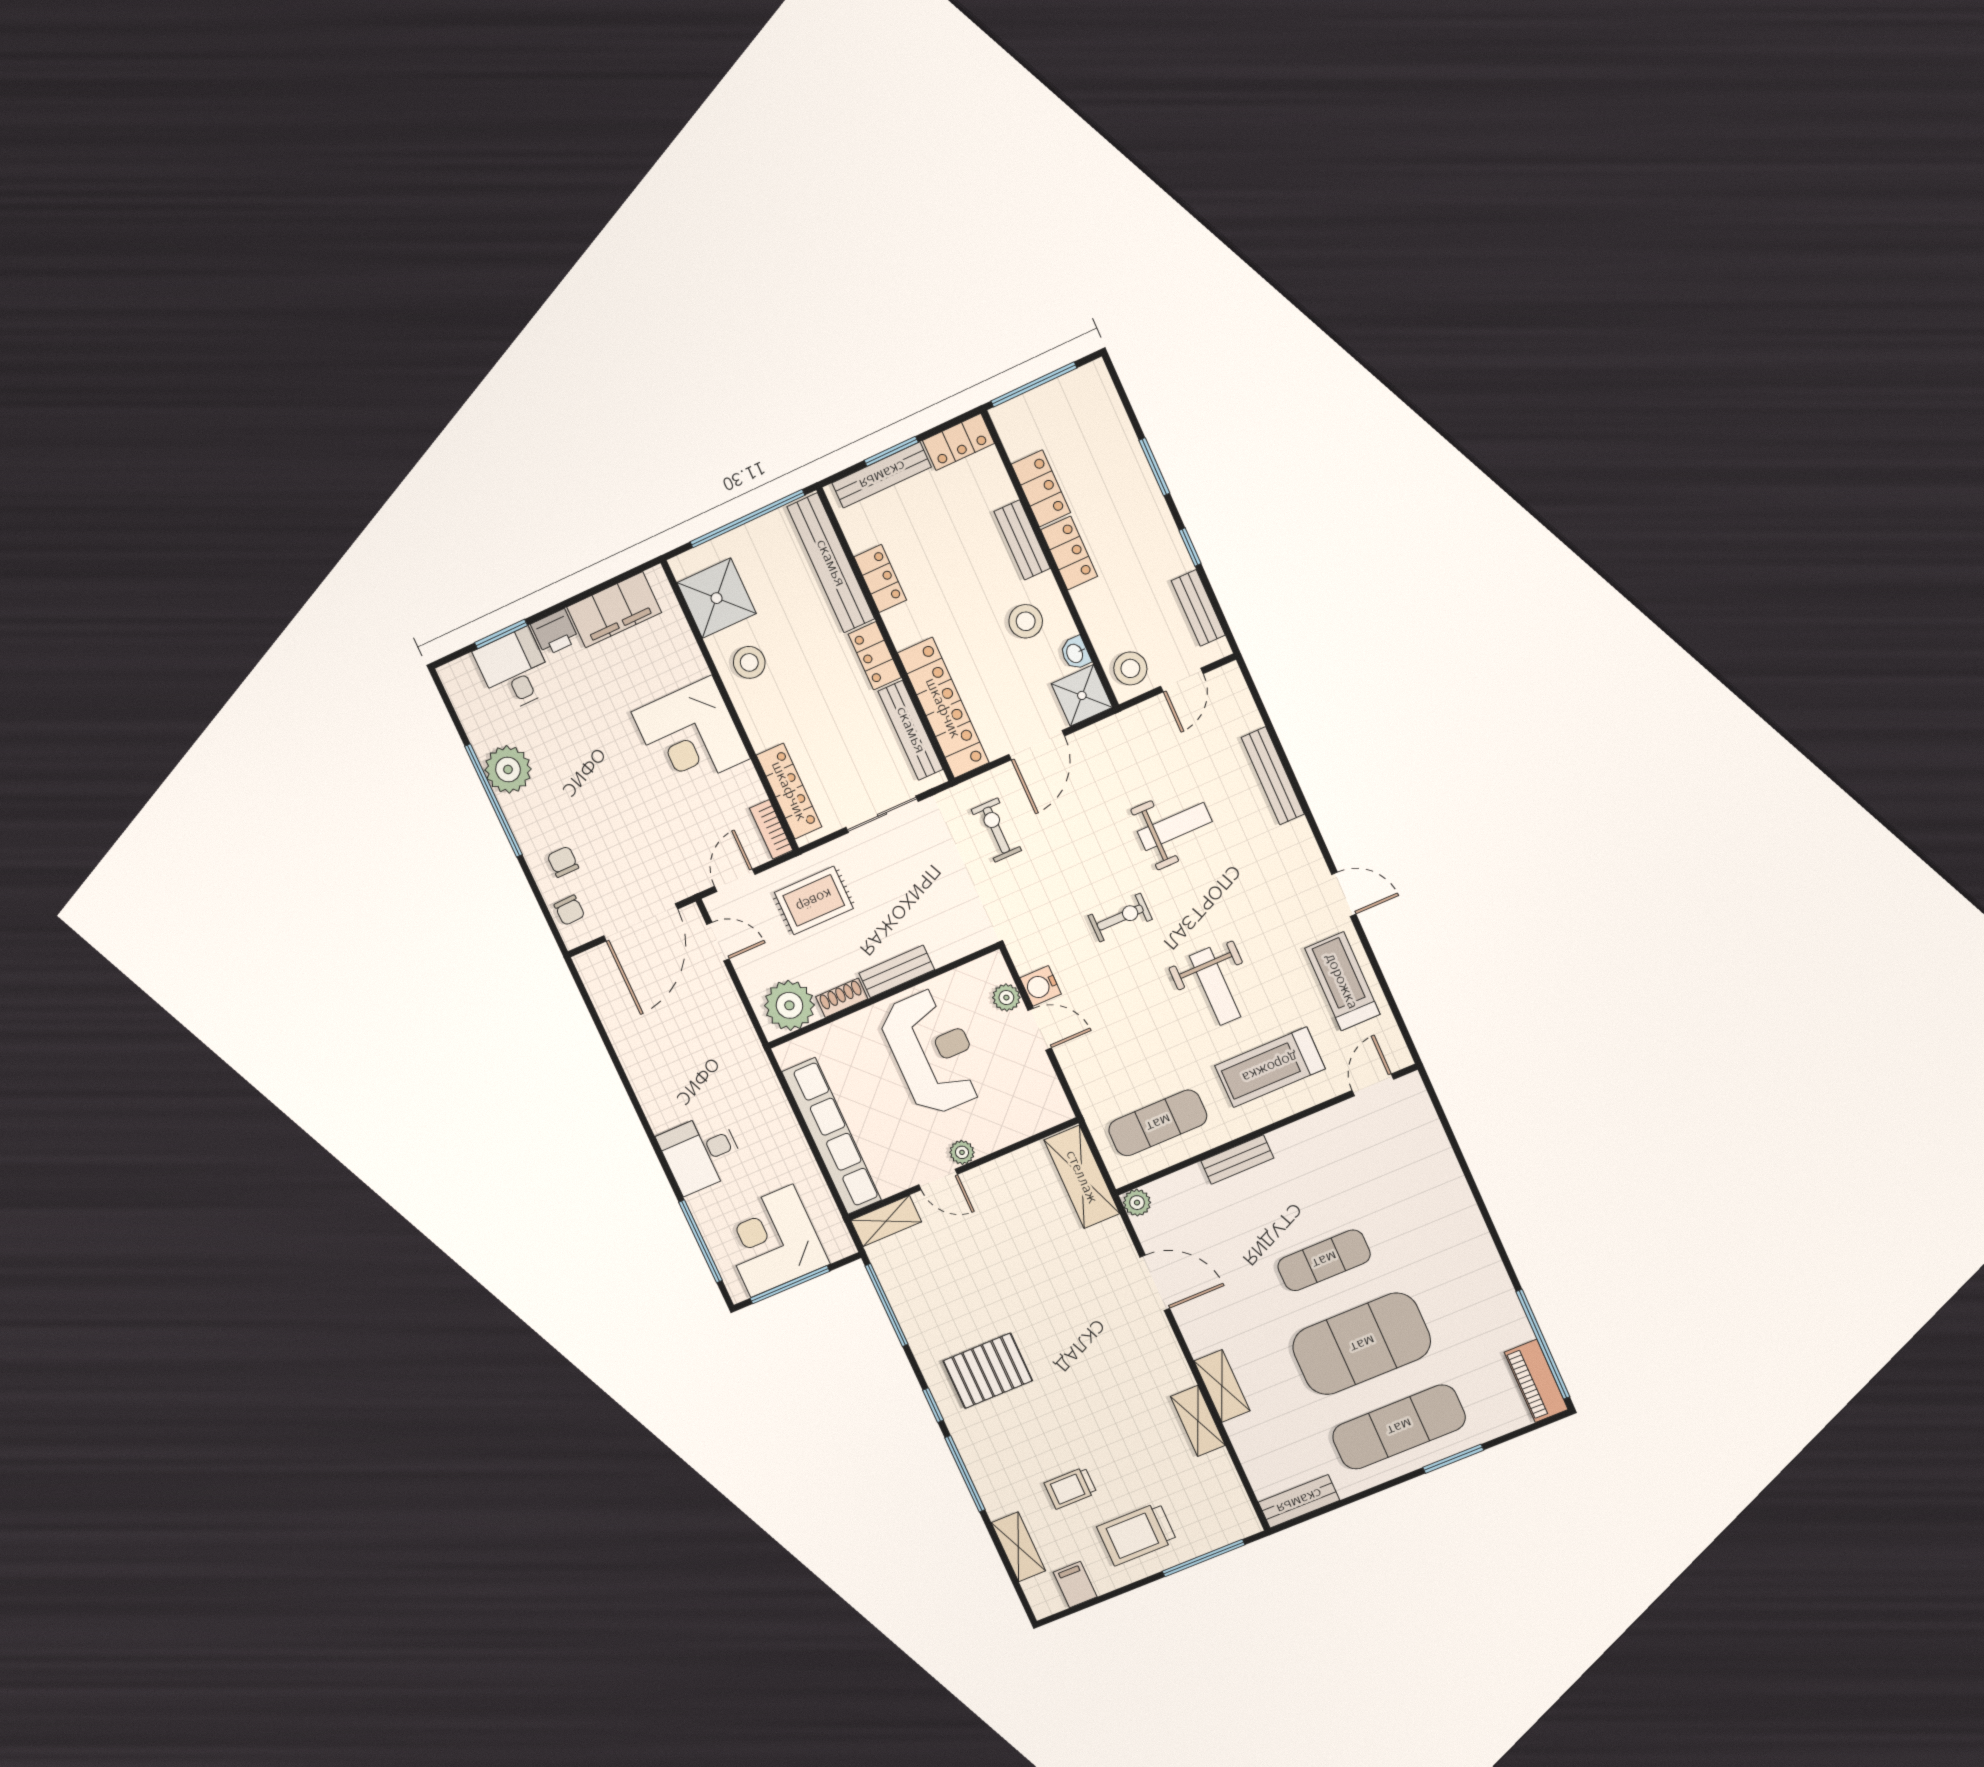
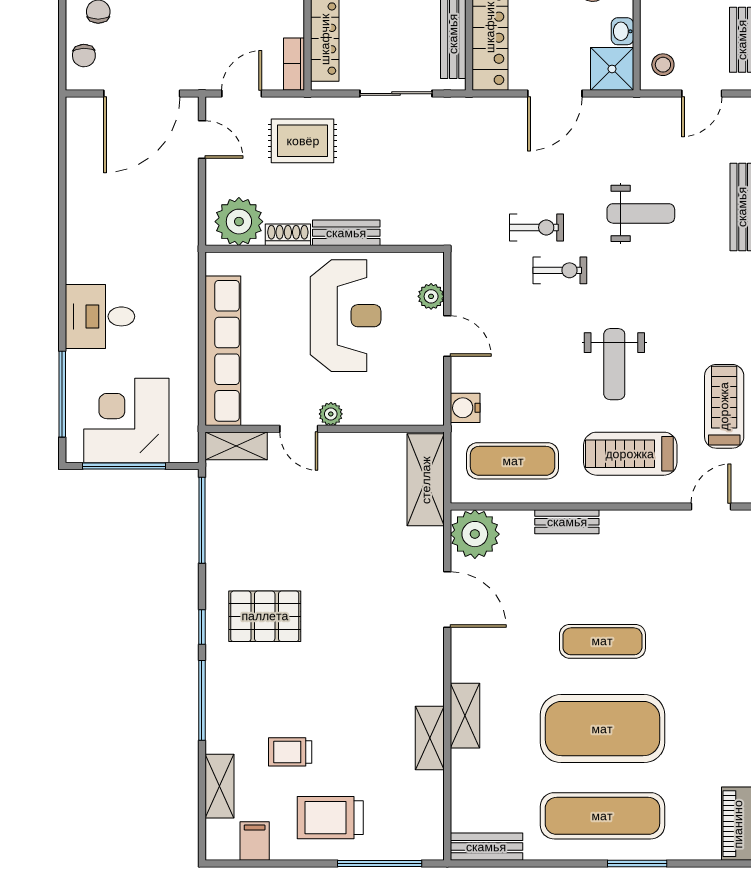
stool: (1130, 668) -> (663, 65), width x0.73, depth x0.73
exercise bike: (996, 830) -> (537, 227), moved, turned 90
water cooler: (1041, 986) -> (465, 408), moved
plant: (1137, 1203) -> (475, 534), width x1.87, depth x1.87

